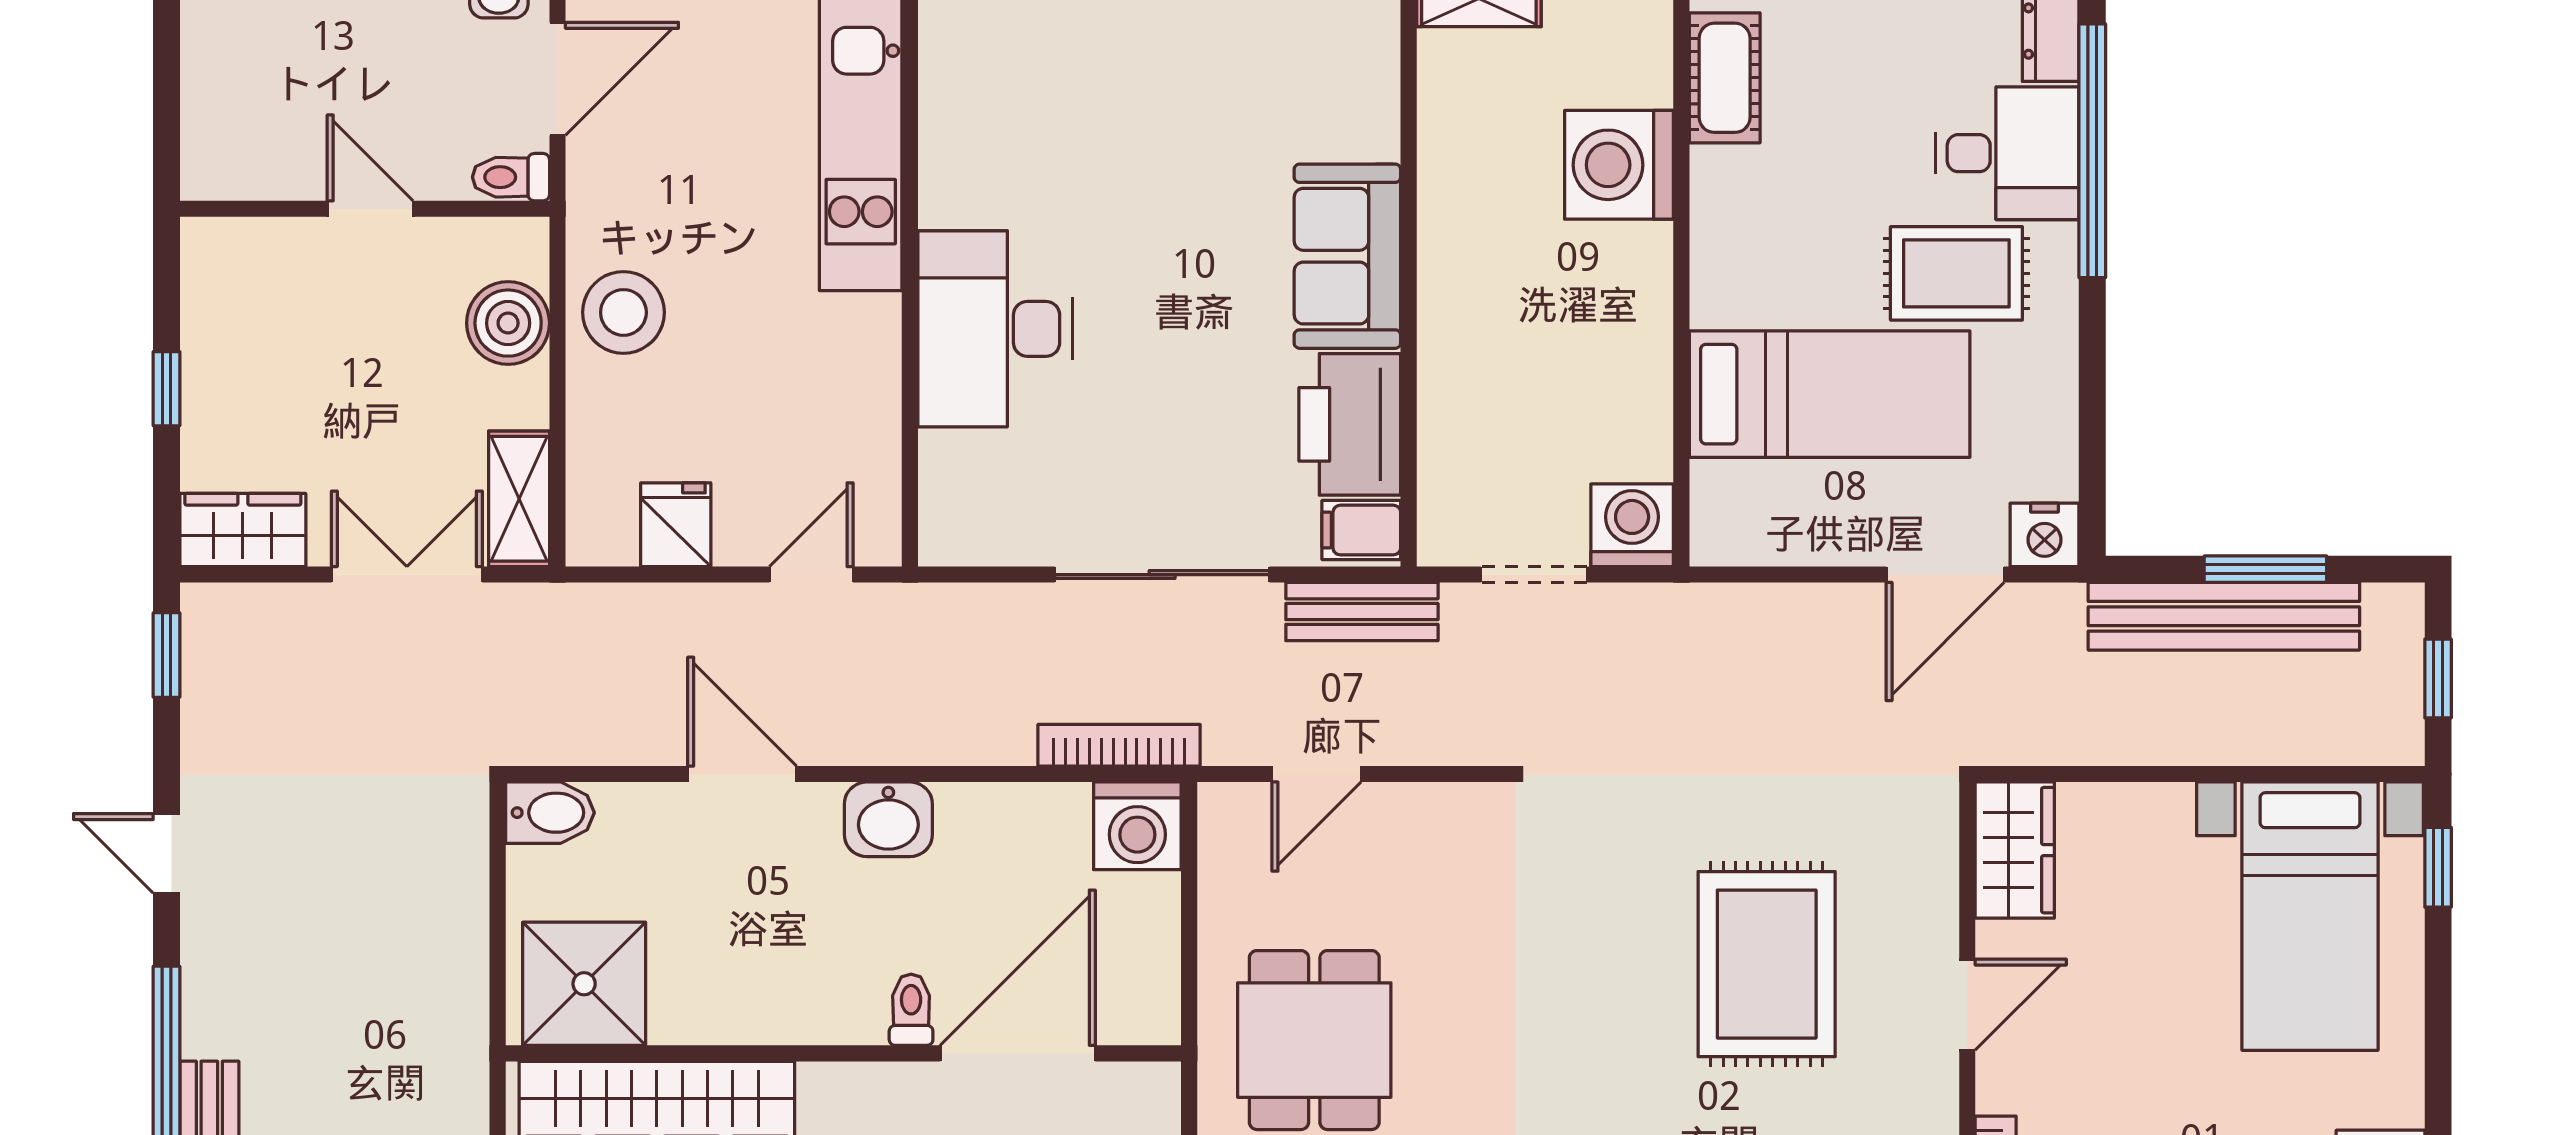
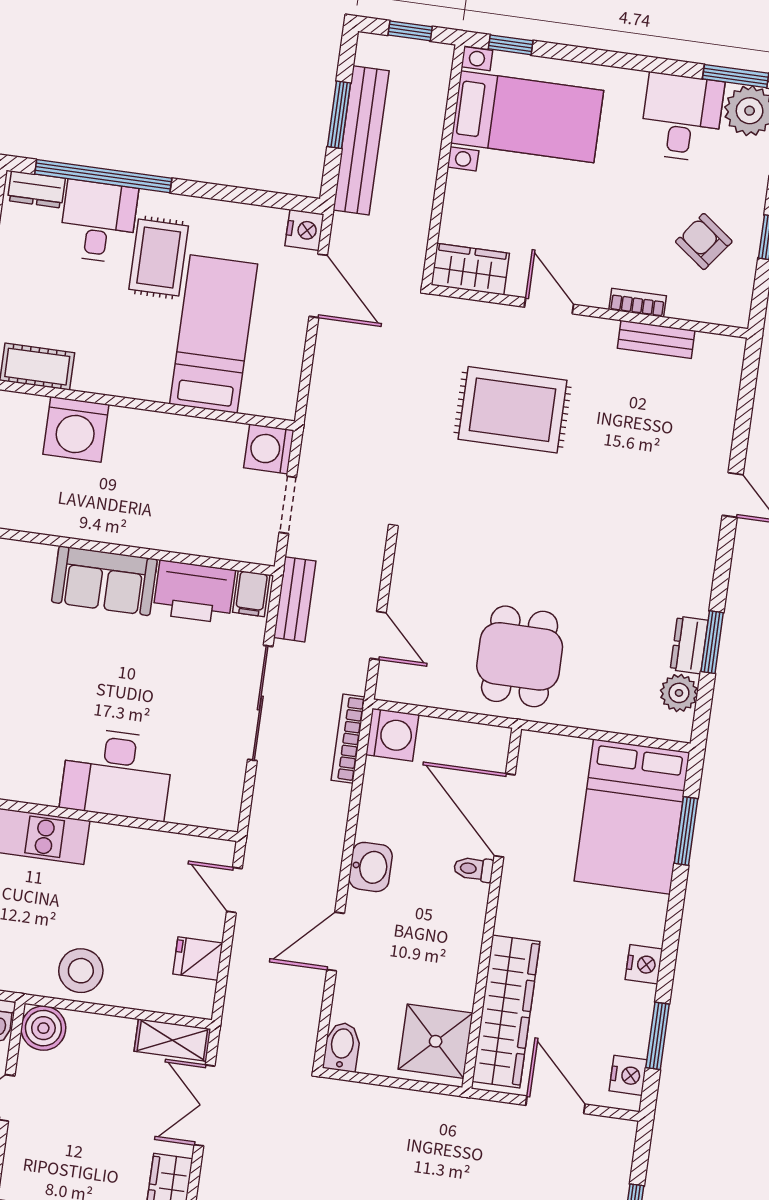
boiler: (508, 323) -> (43, 1028), moved
dining table: (1314, 1040) -> (520, 656), turned 90

